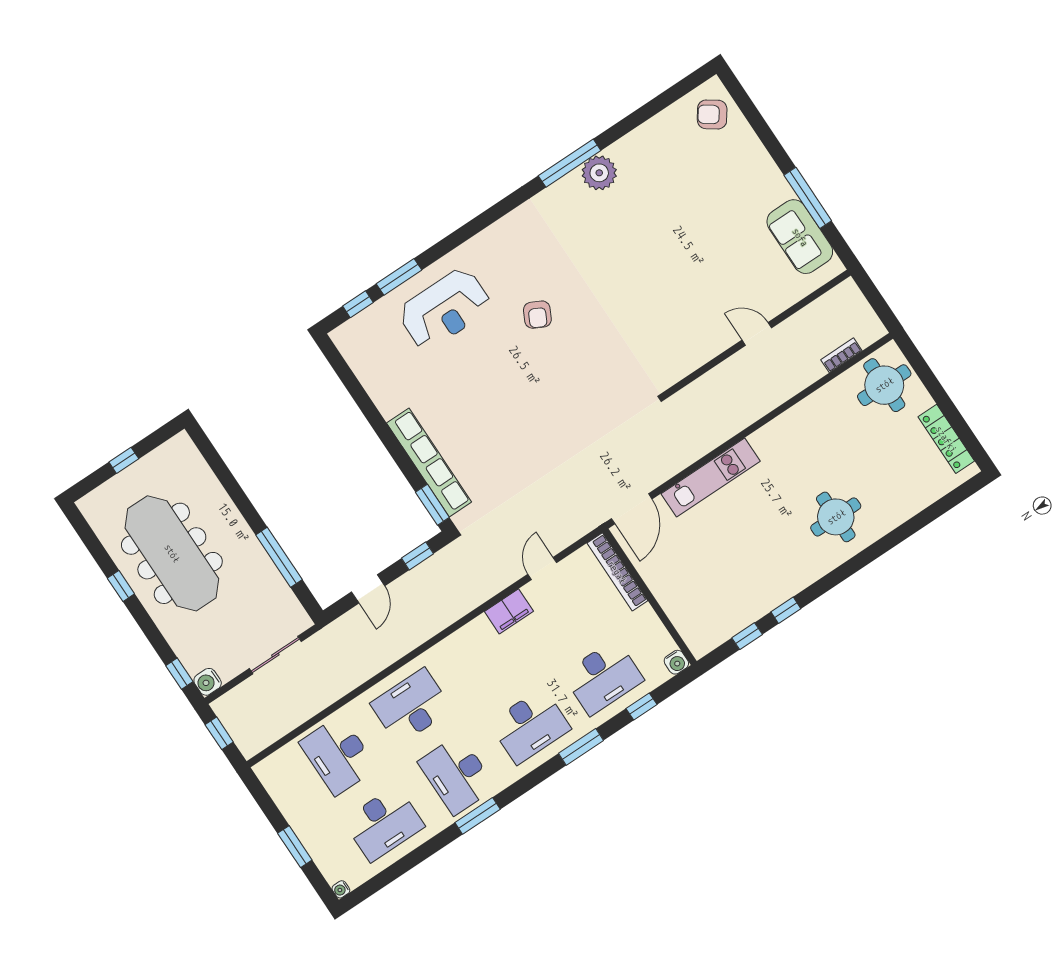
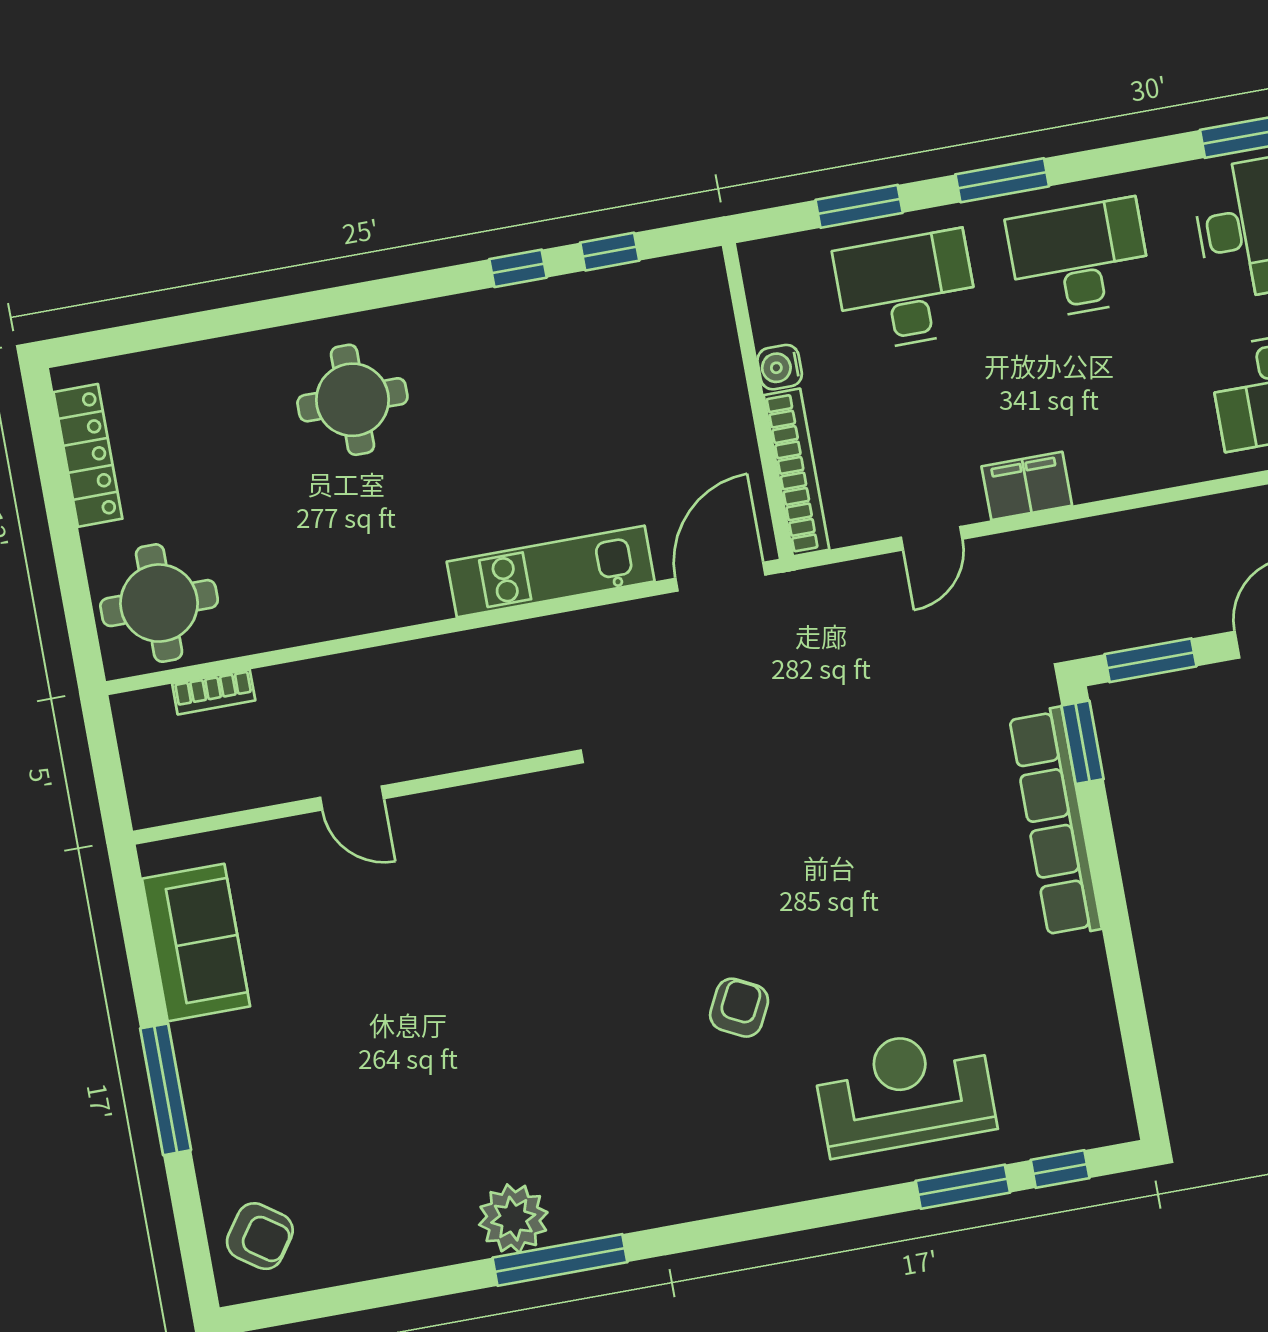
window: (808, 198) -> (166, 1089), moved
window: (417, 556) -> (1151, 660), width x1.50
water cooler: (676, 662) -> (780, 367), moved, turned -90
window: (642, 706) -> (859, 206), width x1.50

